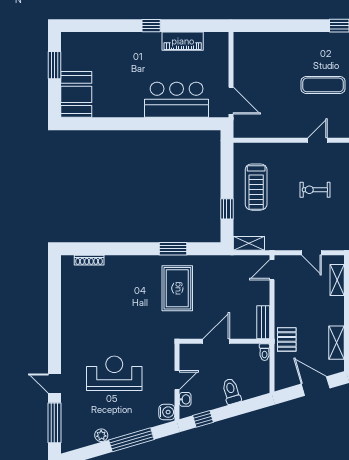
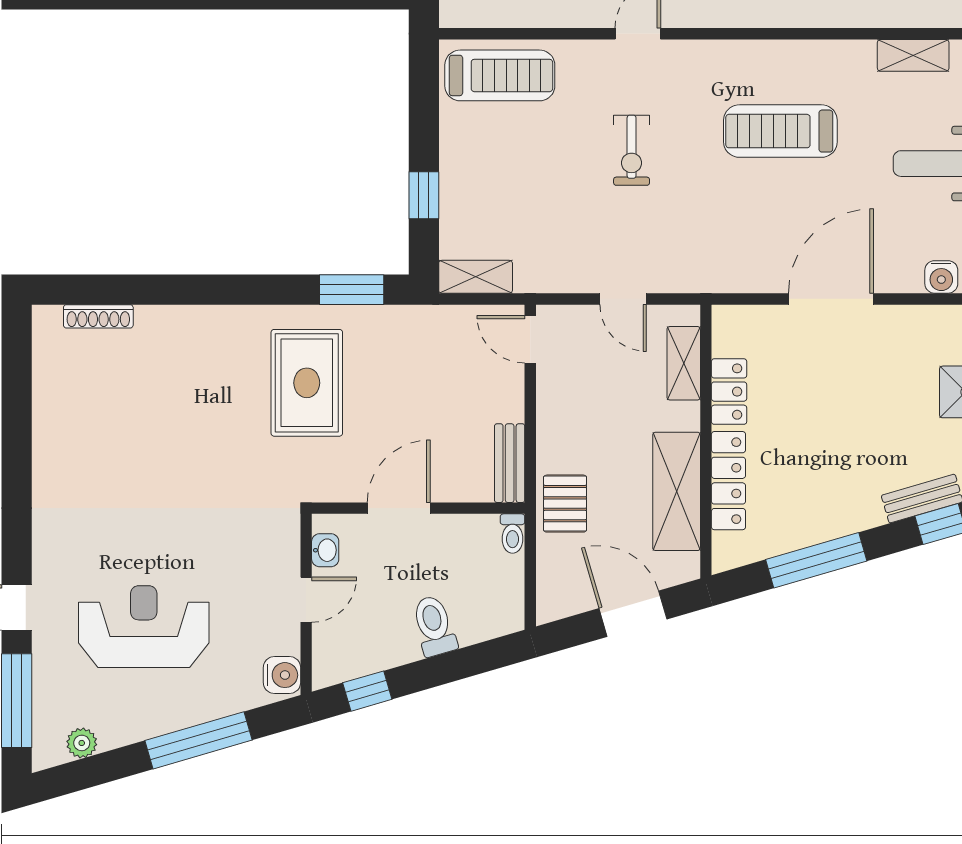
treadmill: (256, 187) -> (500, 75), moved, turned -90
exercise bike: (315, 190) -> (632, 150), turned -90
window: (173, 249) -> (352, 290), moved
door: (272, 270) -> (530, 339), hinge flipped
shelving: (337, 343) -> (677, 491), width x1.50, depth x1.33
reception desk: (114, 373) -> (144, 627), moved
washbasin: (185, 399) -> (325, 550), moved
plant: (101, 435) -> (82, 743), moved

